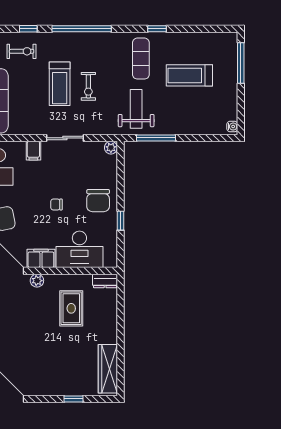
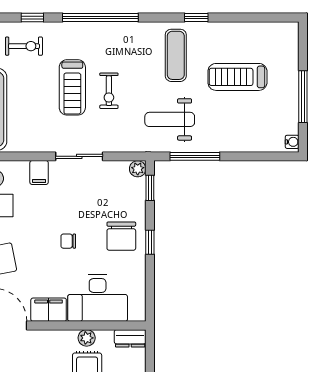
window: (241, 63) -> (303, 97), moved
weight bench: (136, 109) -> (170, 119), turned -90
window: (121, 163) -> (150, 188), added
window: (121, 221) -> (150, 242), moved
plant: (37, 281) -> (87, 338), moved

